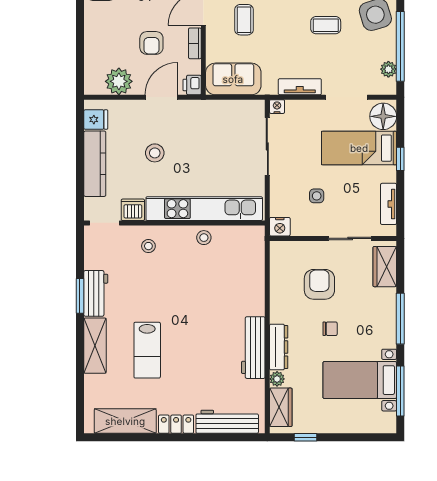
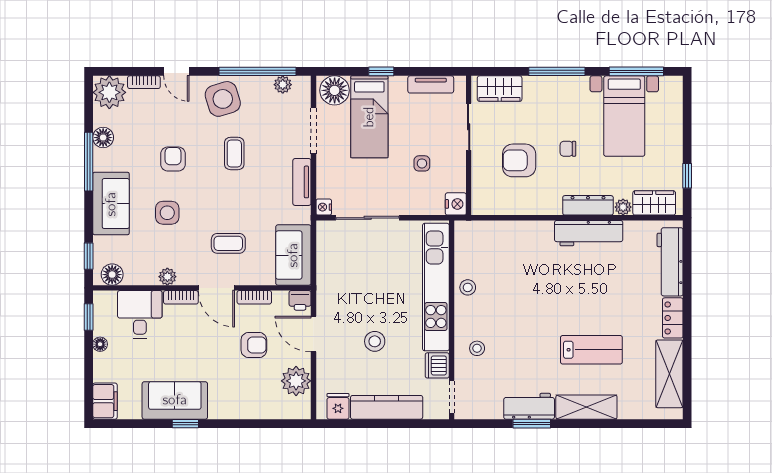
chair: (330, 329) -> (568, 149), turned -90

